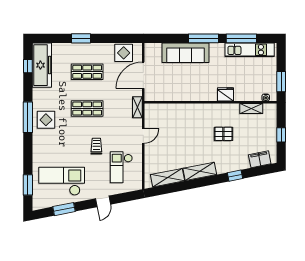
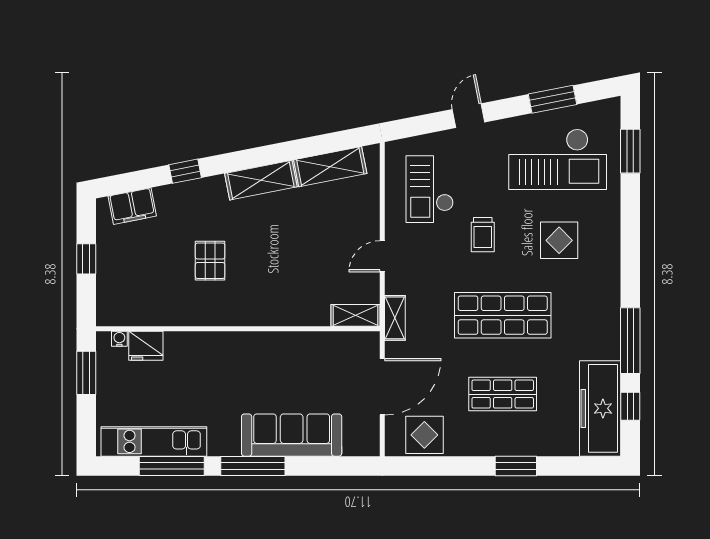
fridge: (225, 94) -> (146, 346), moved
shelving: (251, 108) -> (356, 315), moved
shop shelf: (87, 109) -> (503, 315), width x1.43, depth x1.36
window: (28, 117) -> (630, 341), moved
display table: (46, 120) -> (559, 240), moved
pallet: (223, 134) -> (210, 261), turned 90
checkout: (121, 167) -> (430, 189), turned 180

